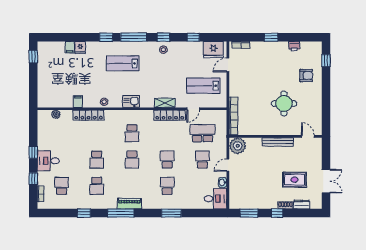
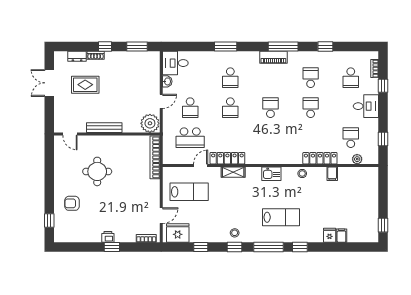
printer: (294, 46) -> (108, 237), moved
school desk: (132, 133) -> (351, 138), moved
window: (33, 152) -> (383, 139), moved

